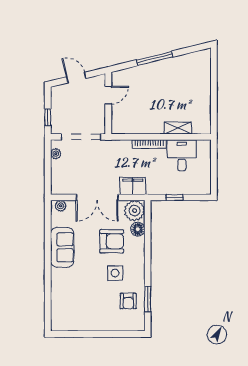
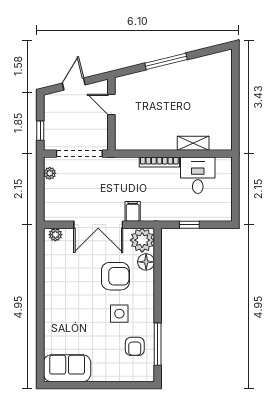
door: (76, 78) -> (74, 84), hinge flipped
door: (108, 95) -> (111, 104), swing flipped
filing cabinet: (133, 186) -> (133, 211), width x0.50
sofa: (62, 247) -> (67, 368), moved, turned -90
window: (148, 299) -> (158, 344), width x1.44

